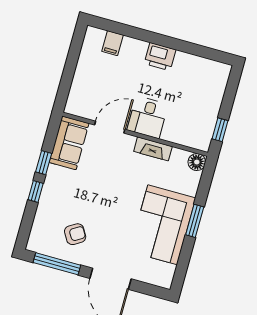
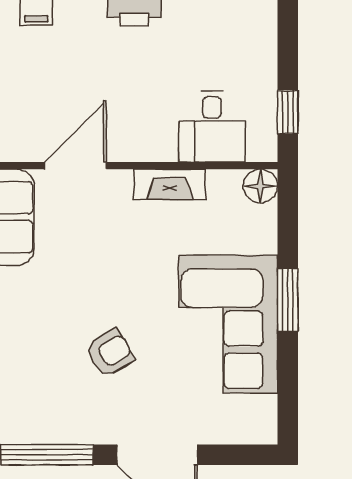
desk: (148, 117) -> (212, 127), moved
armchair: (75, 234) -> (110, 353), moved

